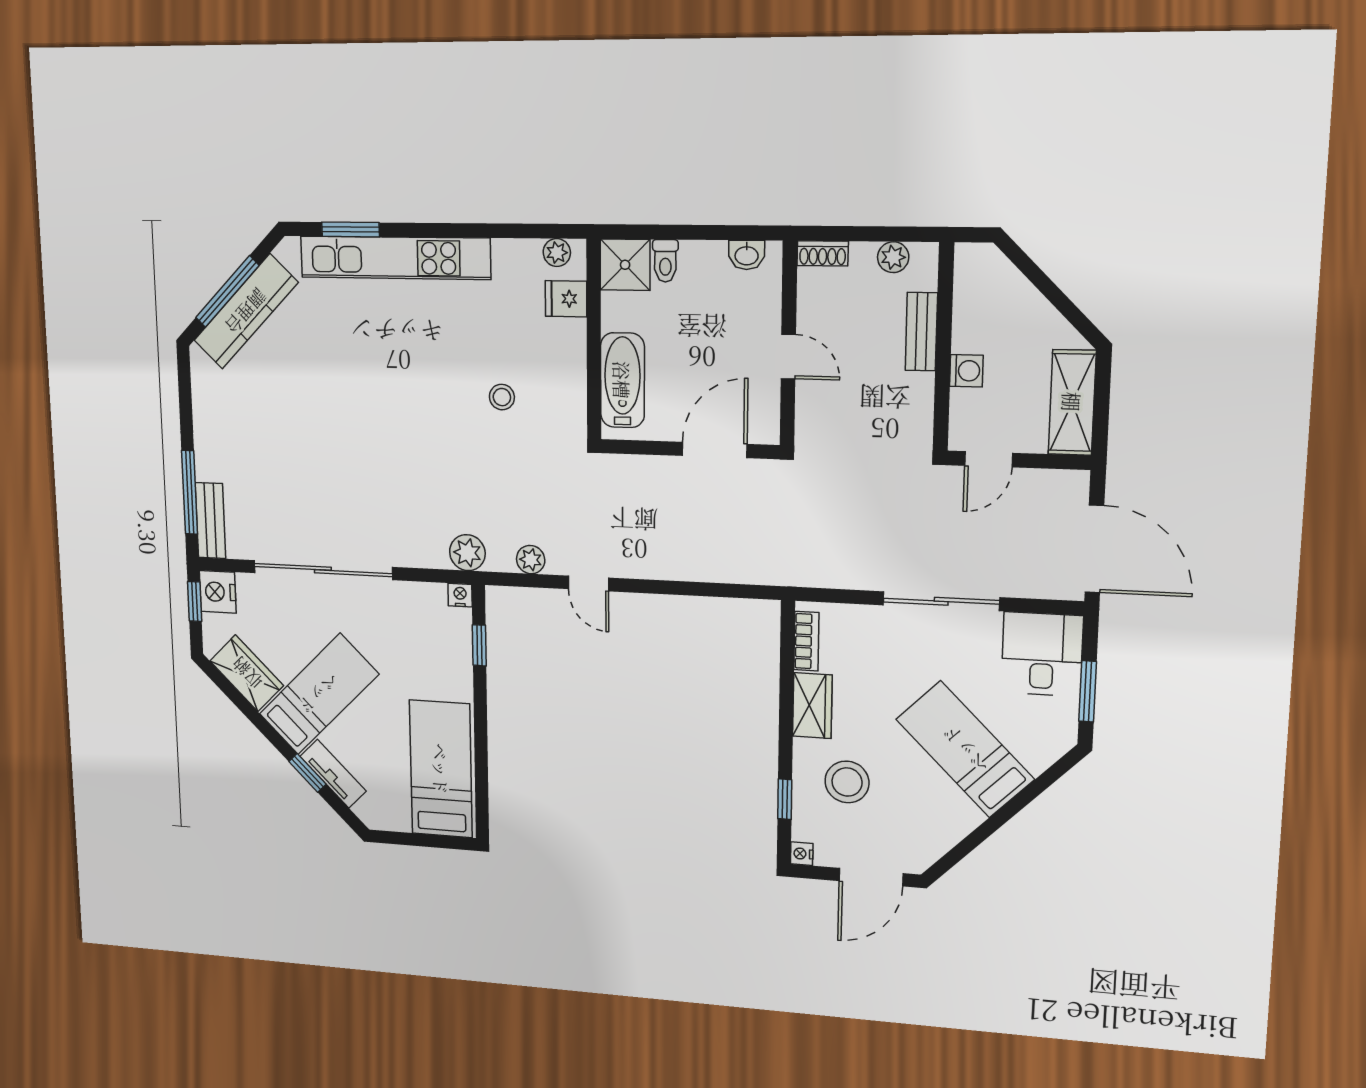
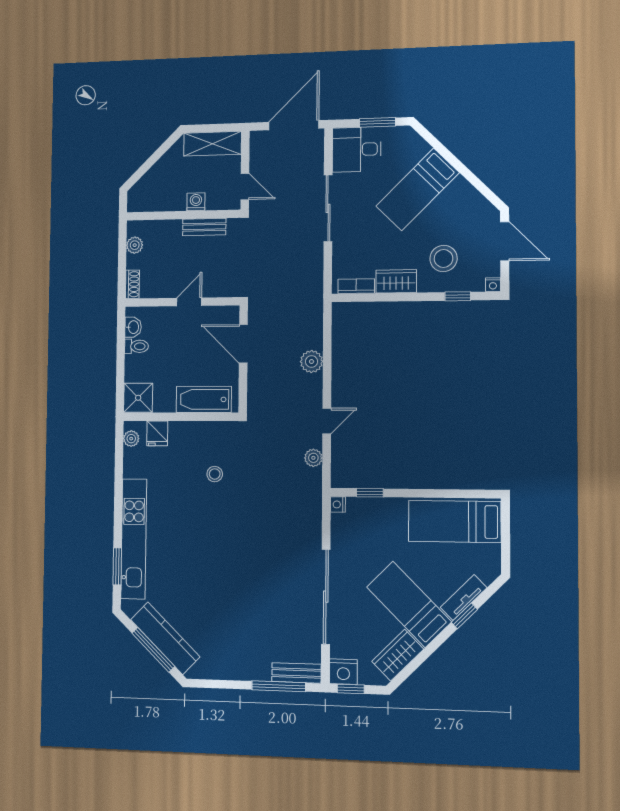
toilet: (665, 261) -> (136, 346), moved
bench: (921, 332) -> (204, 227), moved
plant: (467, 553) -> (312, 361), moved

